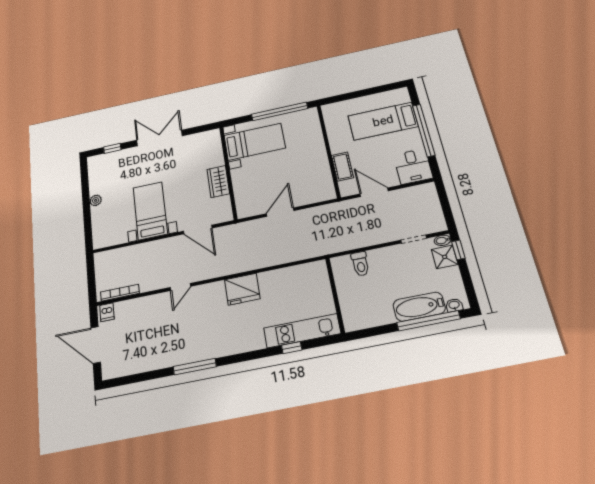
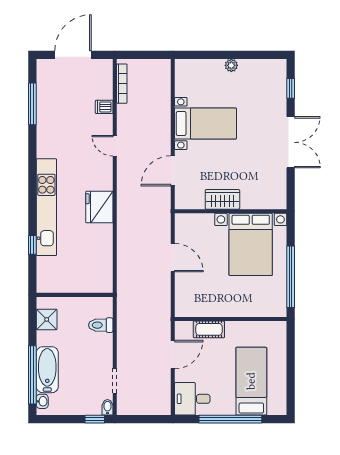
bed with nightstands: (255, 142) -> (251, 244), width x1.36
shower: (445, 257) -> (47, 319), moved
dishwasher: (107, 312) -> (104, 107), moved
kitchen unit: (302, 331) -> (46, 207), moved, width x1.36
window: (195, 367) -> (32, 104), moved

